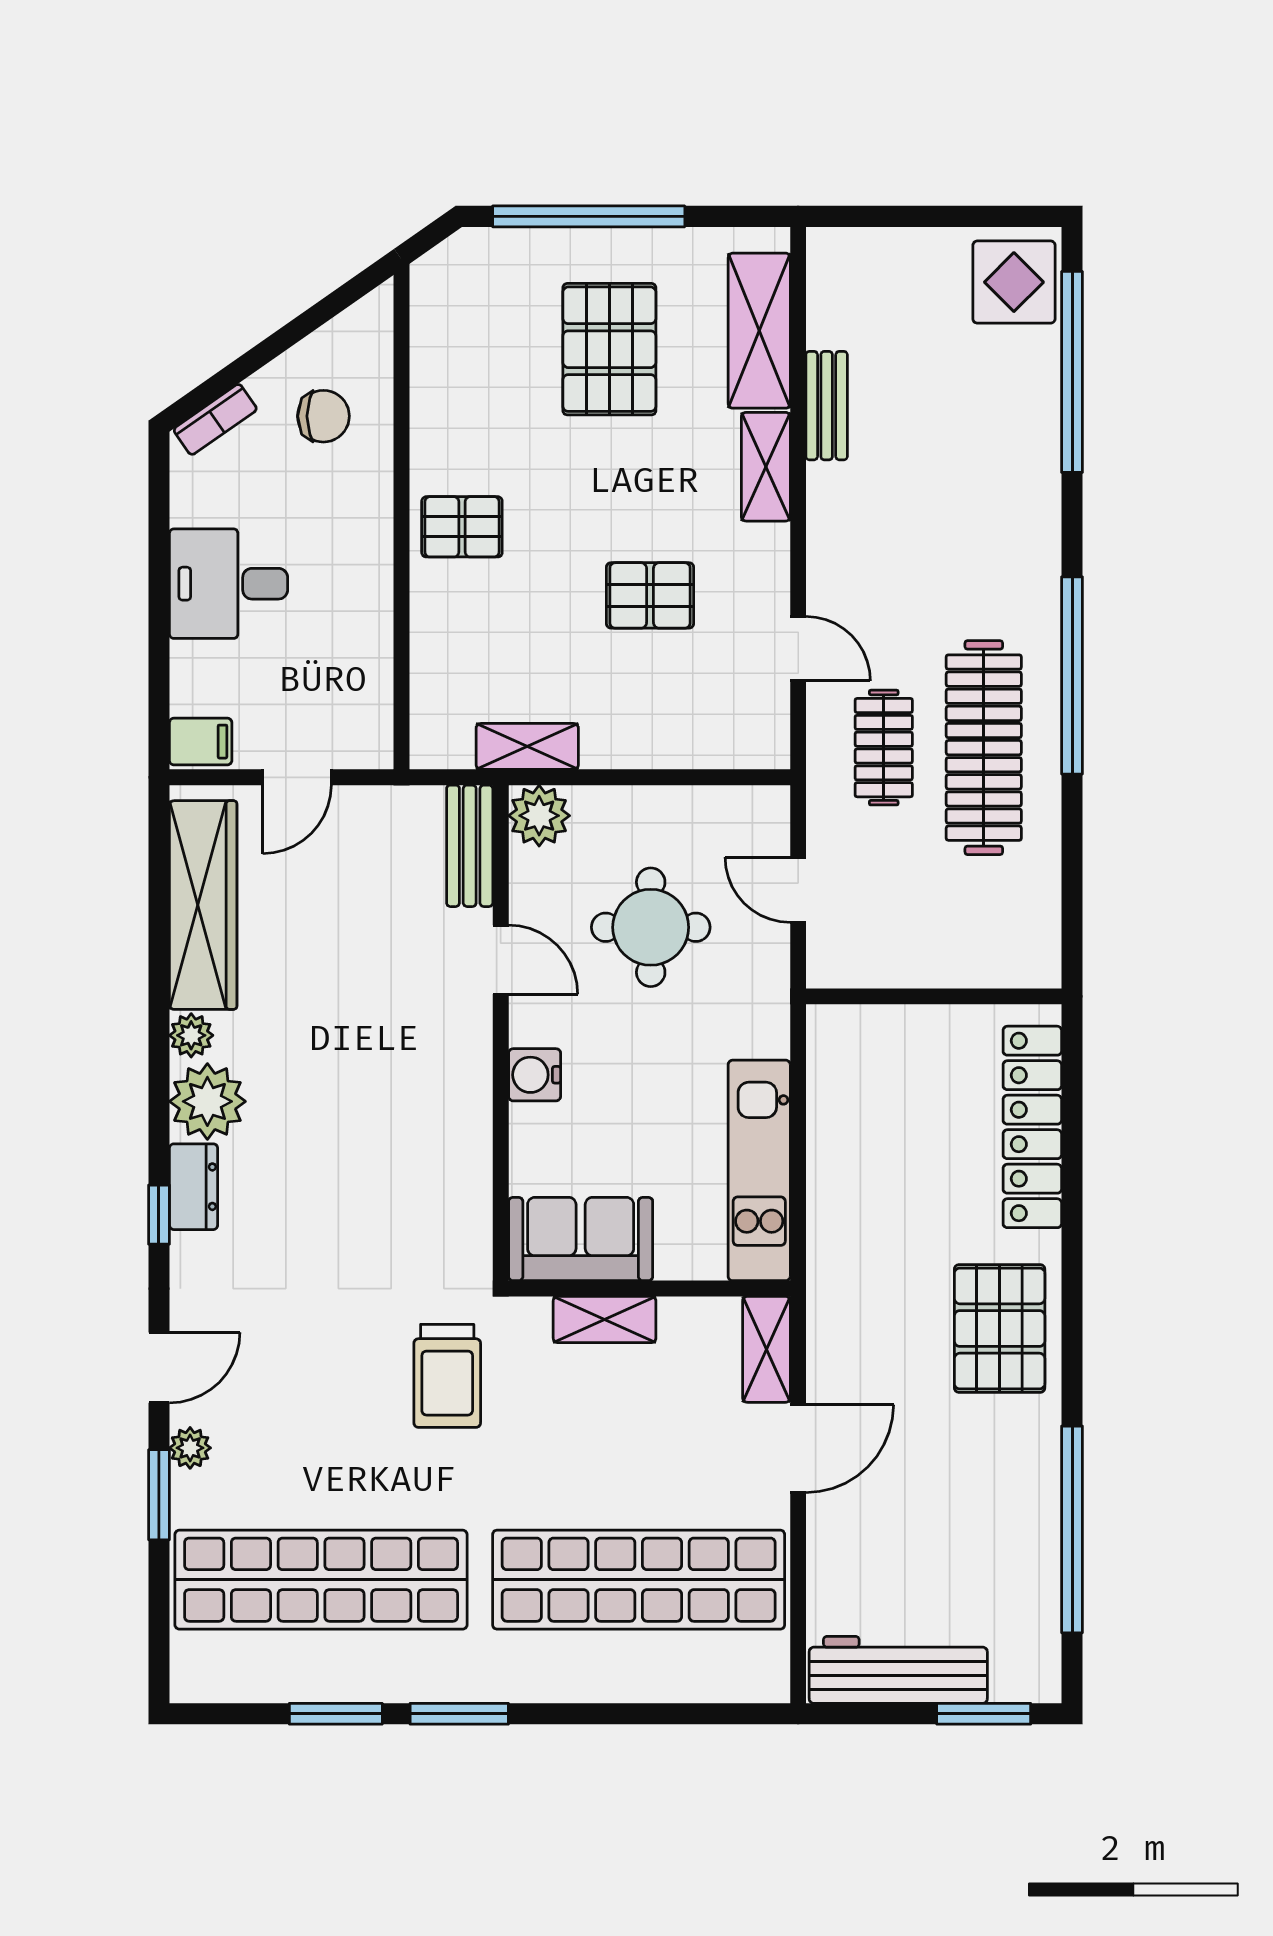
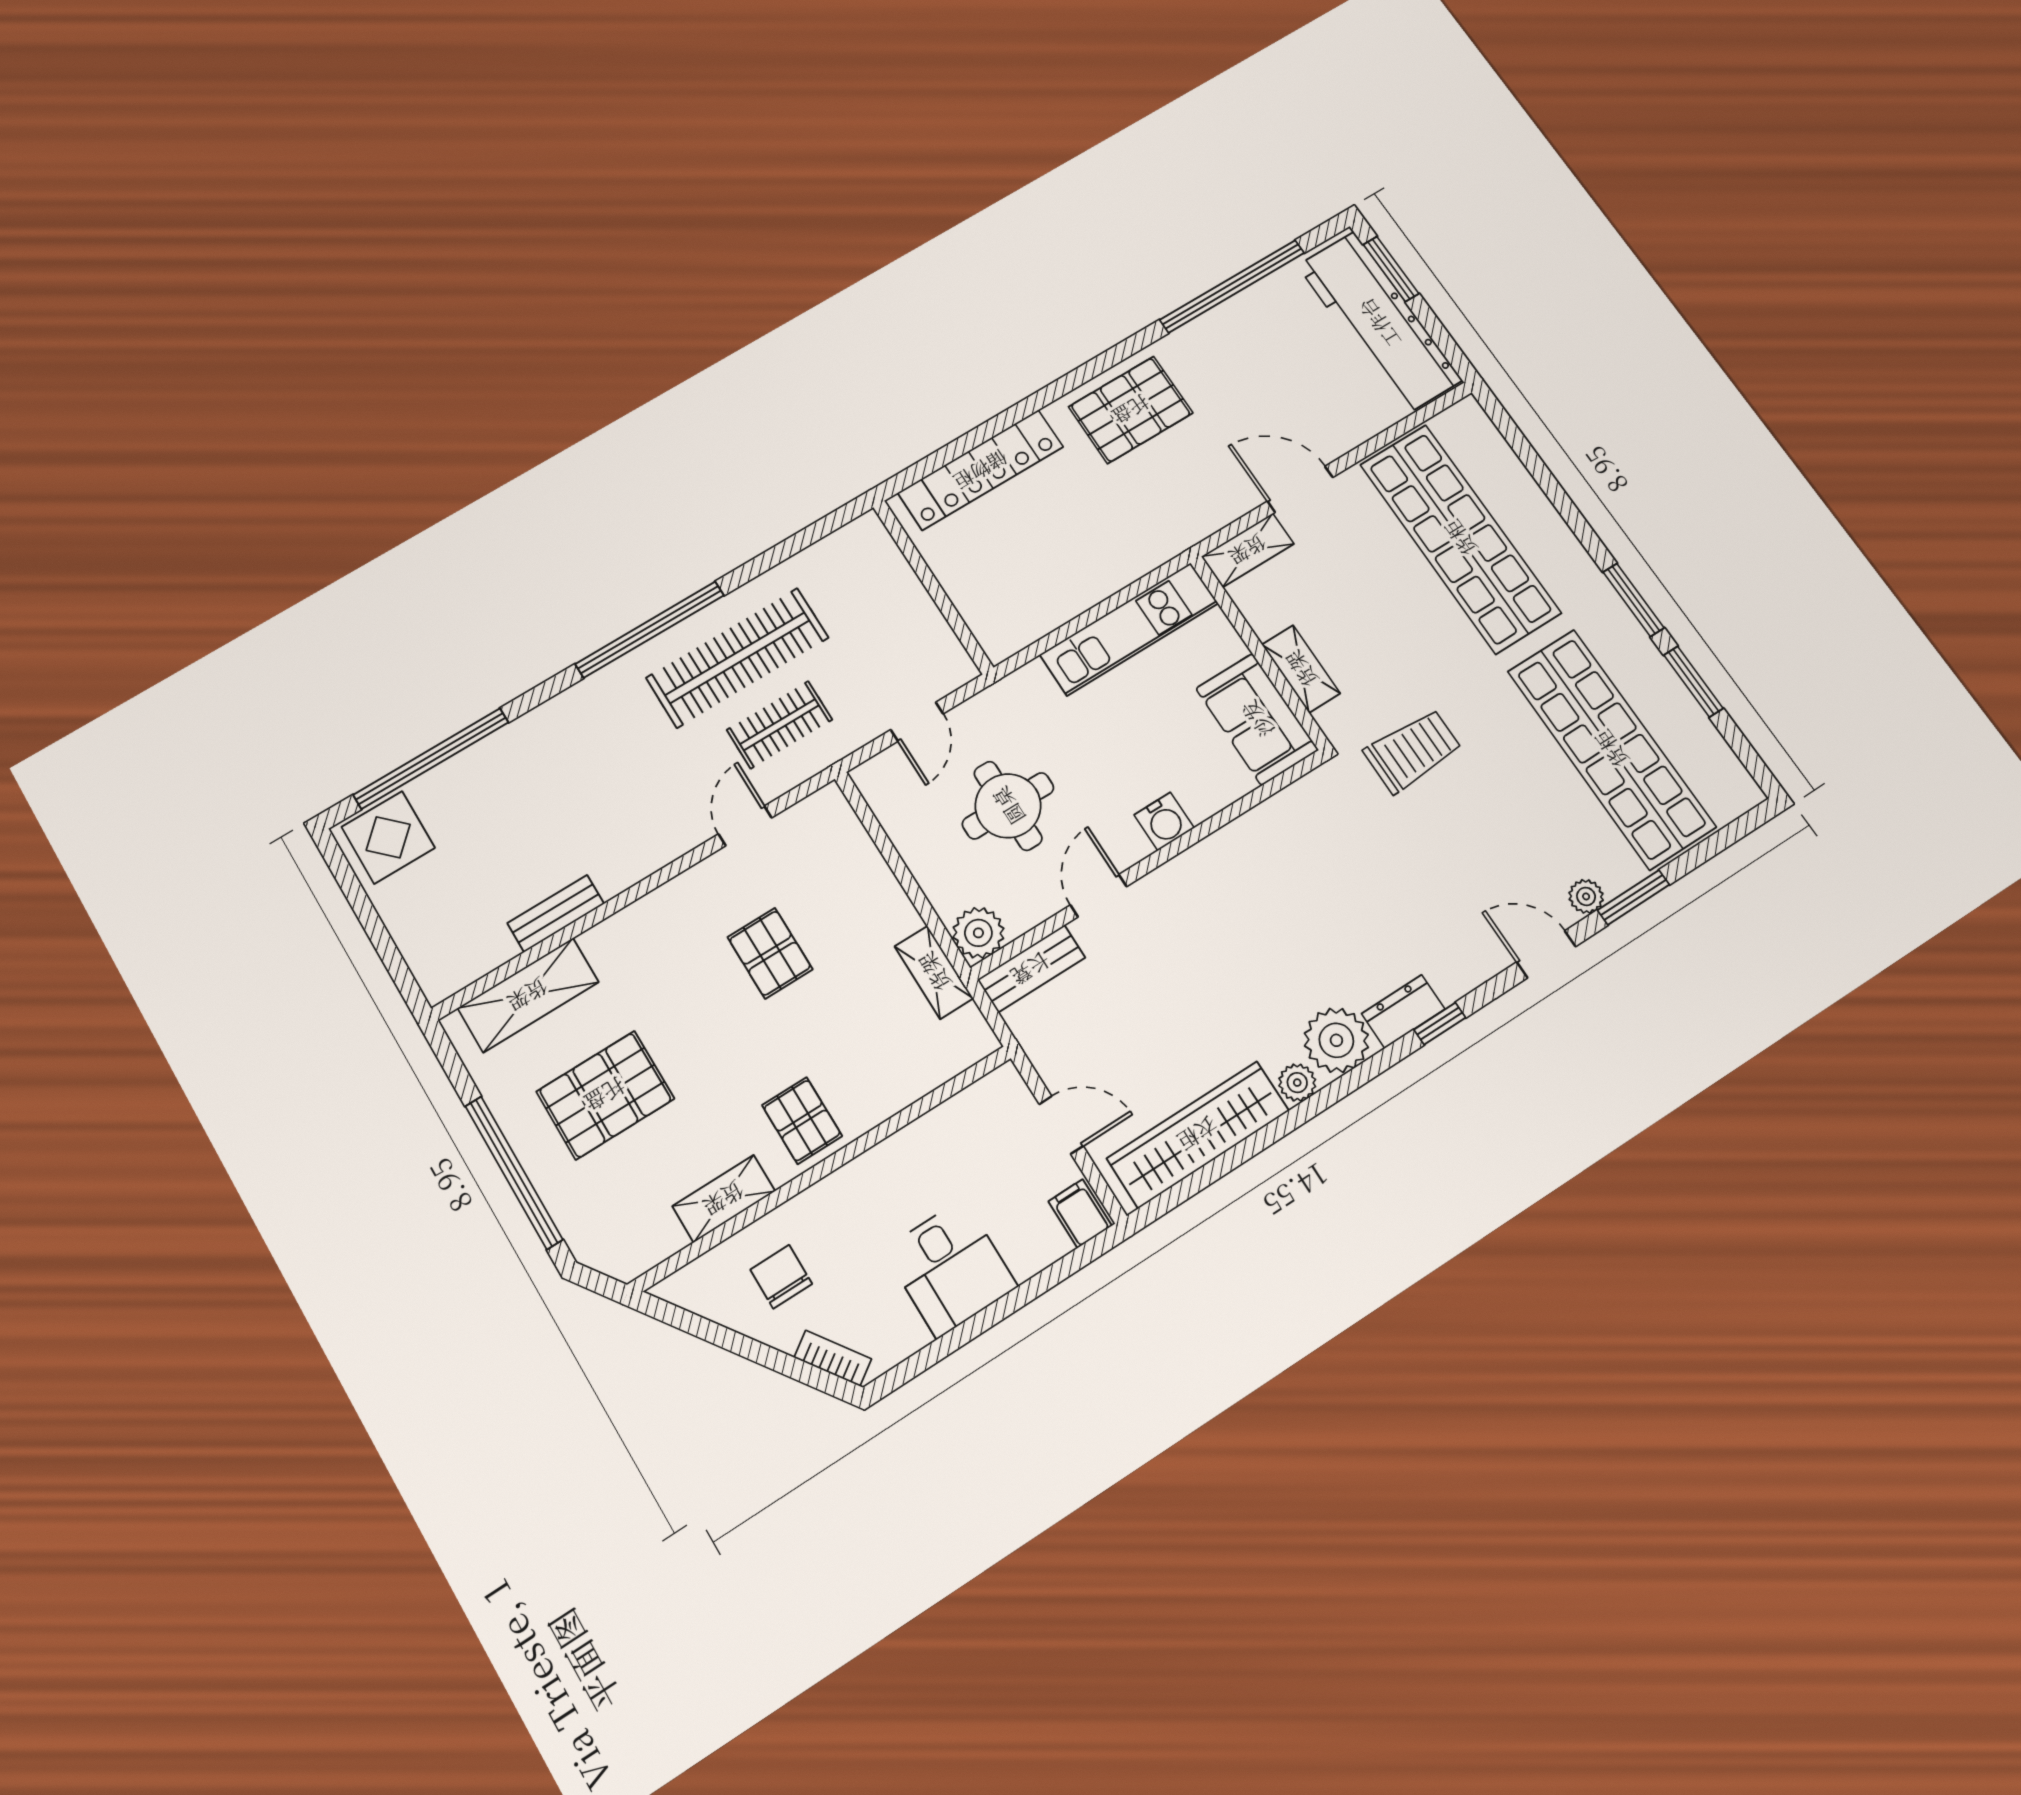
shelving: (766, 467) -> (724, 1199), moved
workbench: (898, 1670) -> (1379, 323), width x1.36, depth x1.32

